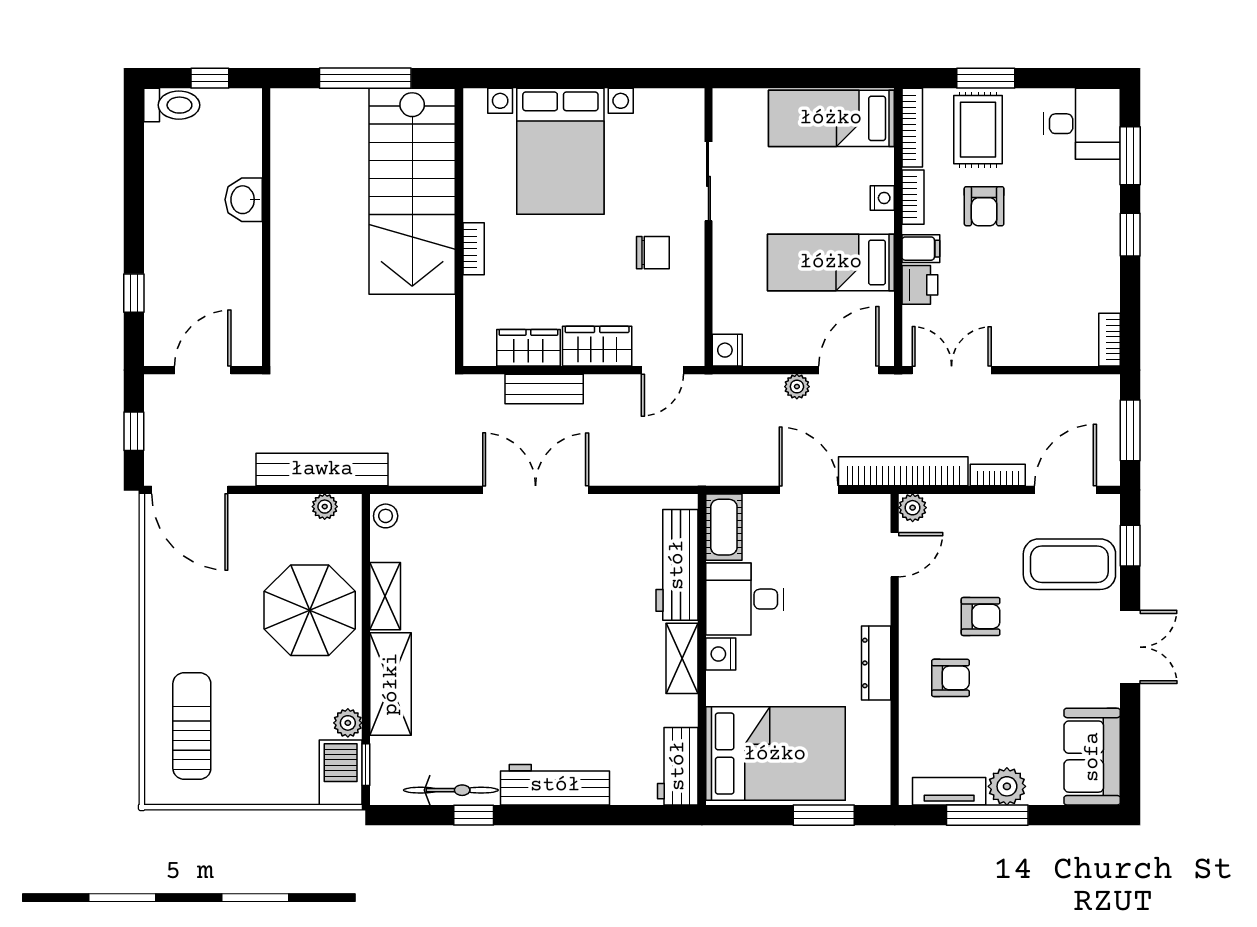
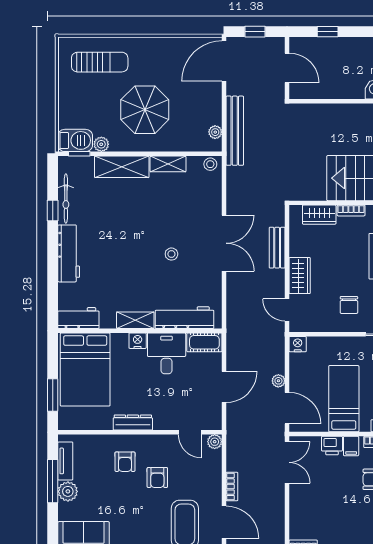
wardrobe: (528, 348) -> (319, 215), moved, turned 90
bookcase: (903, 471) -> (234, 437), removed
stool: (556, 590) -> (171, 254), added
parasol: (310, 610) -> (145, 110), moved

